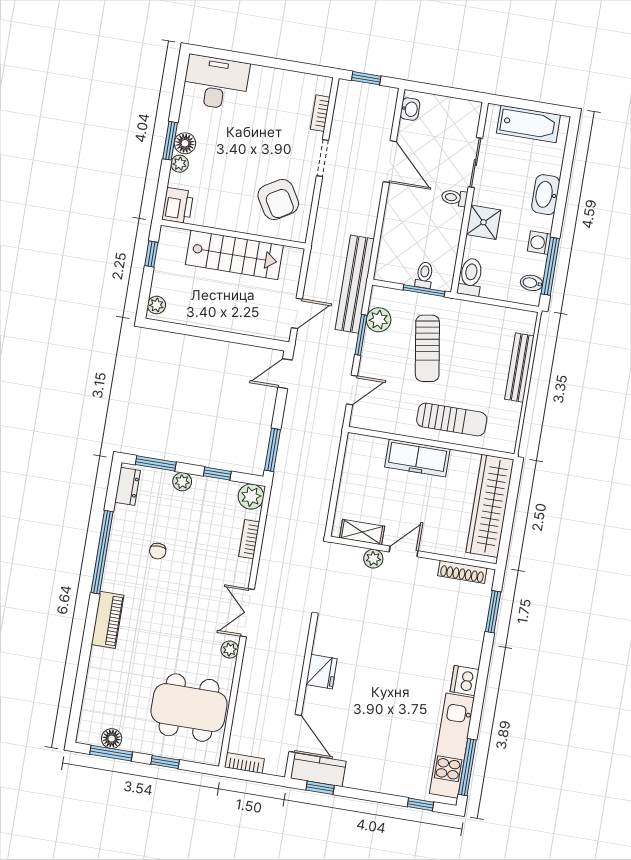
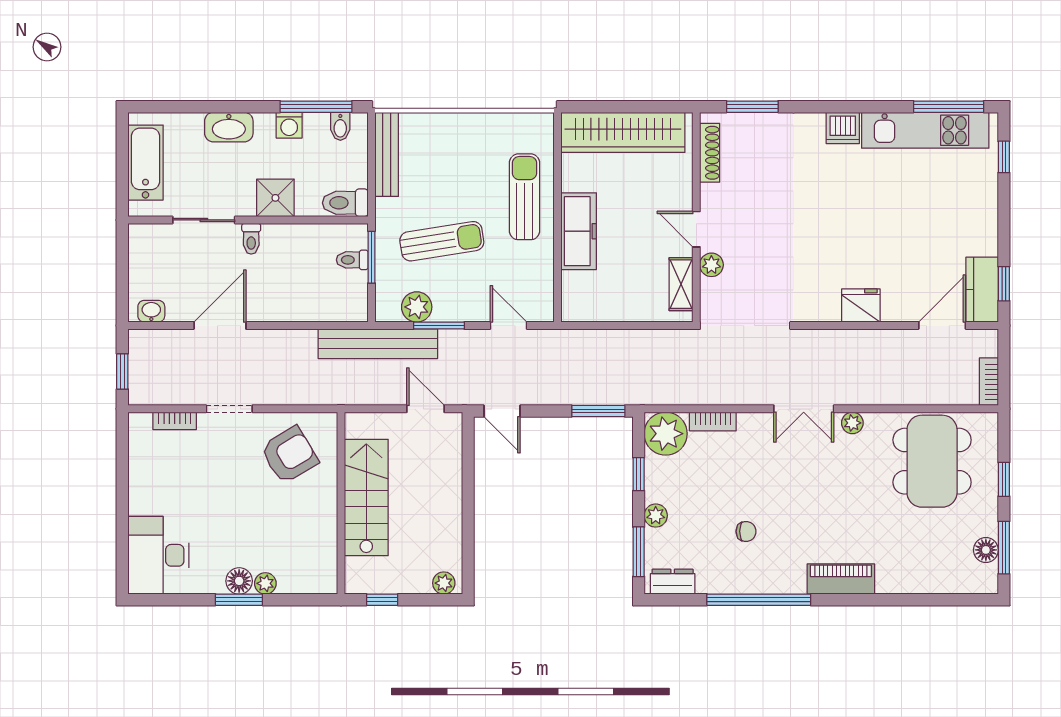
printer: (178, 206) -> (317, 577), removed
bench: (519, 368) -> (387, 154), moved, turned 90
plant: (251, 496) -> (666, 434), width x1.36, depth x1.36

